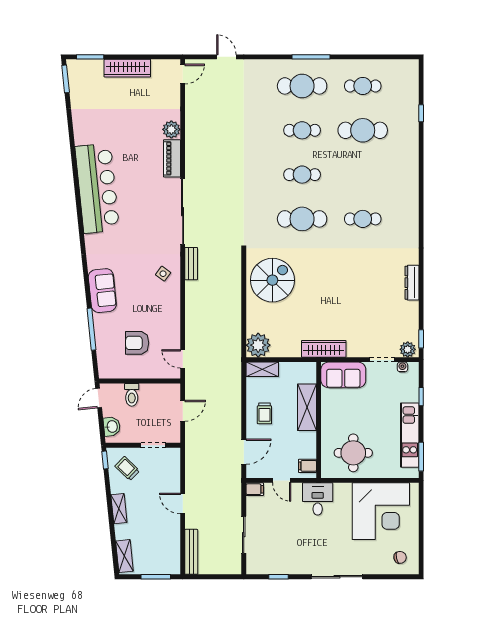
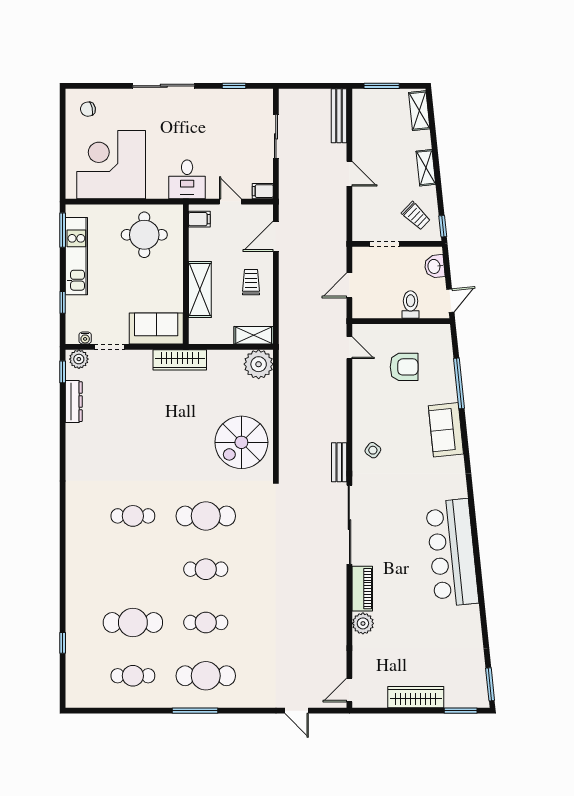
dresser: (412, 283) -> (74, 402), moved

